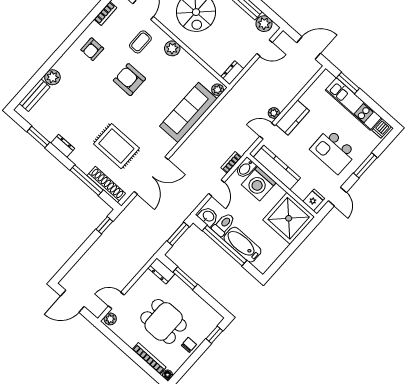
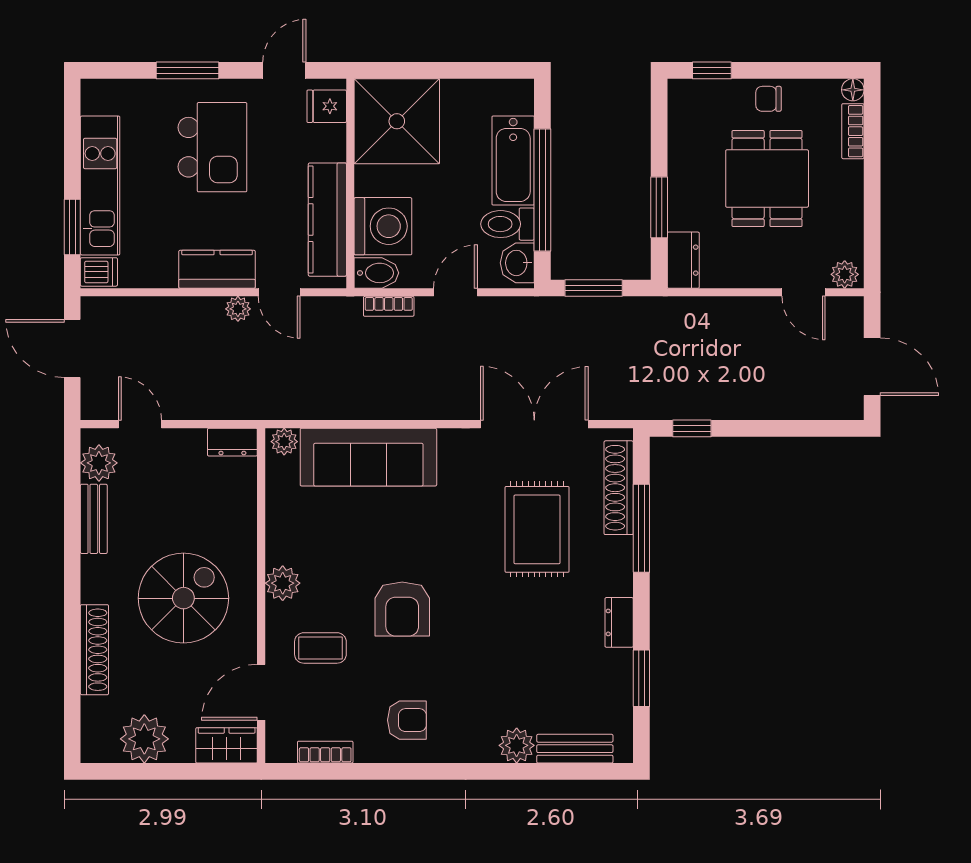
dishwasher: (382, 128) -> (99, 272), moved
bookcase: (149, 358) -> (853, 131), width x0.64

